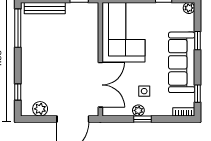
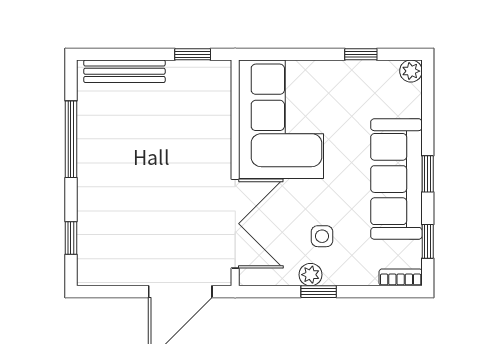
window: (18, 28) -> (71, 139), moved
window: (197, 41) -> (428, 174), moved
plant: (40, 109) -> (115, 271), removed

